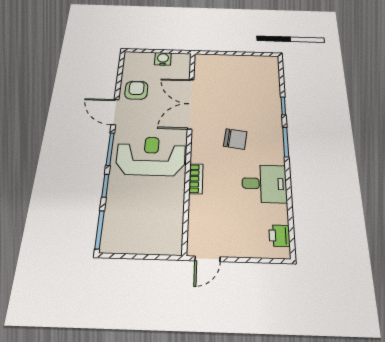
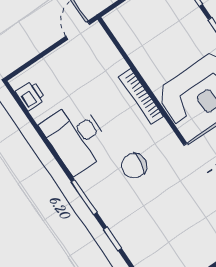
bookcase: (196, 179) -> (141, 97), width x1.56
desk: (264, 184) -> (76, 137), width x1.37

